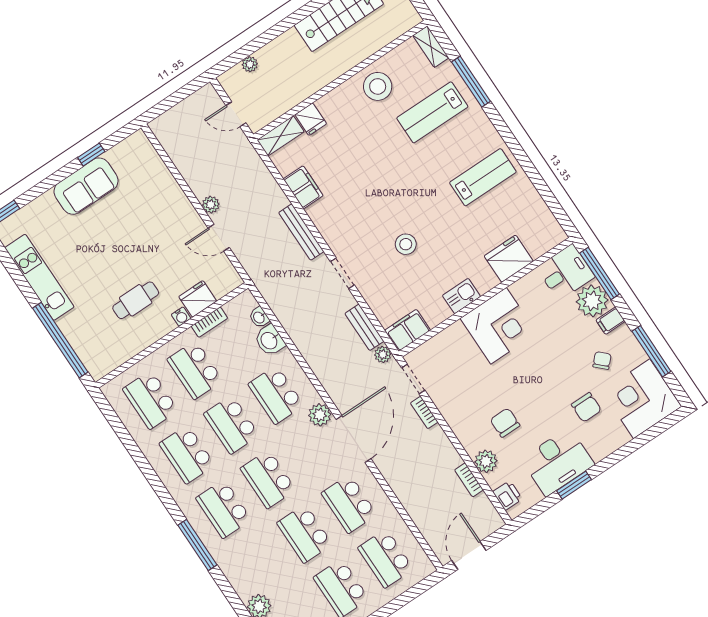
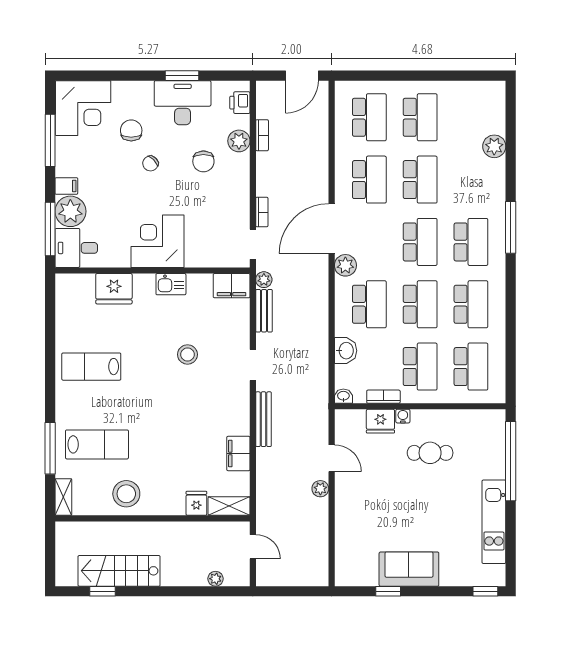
washbasin: (259, 317) -> (343, 396), moved, turned -90
chair: (602, 360) -> (150, 163), moved

